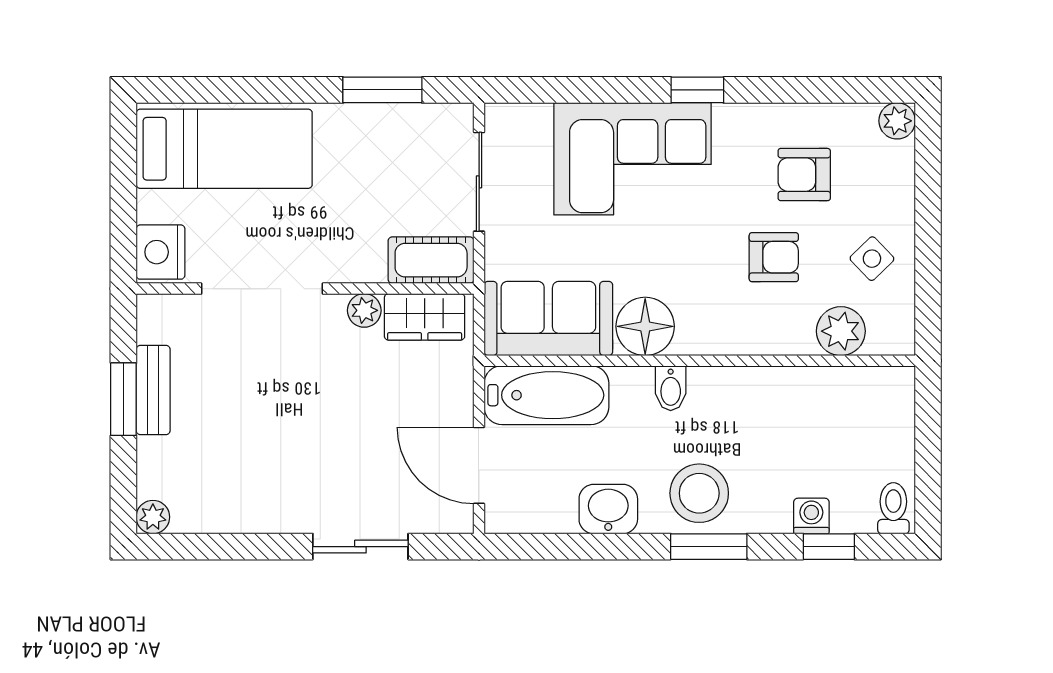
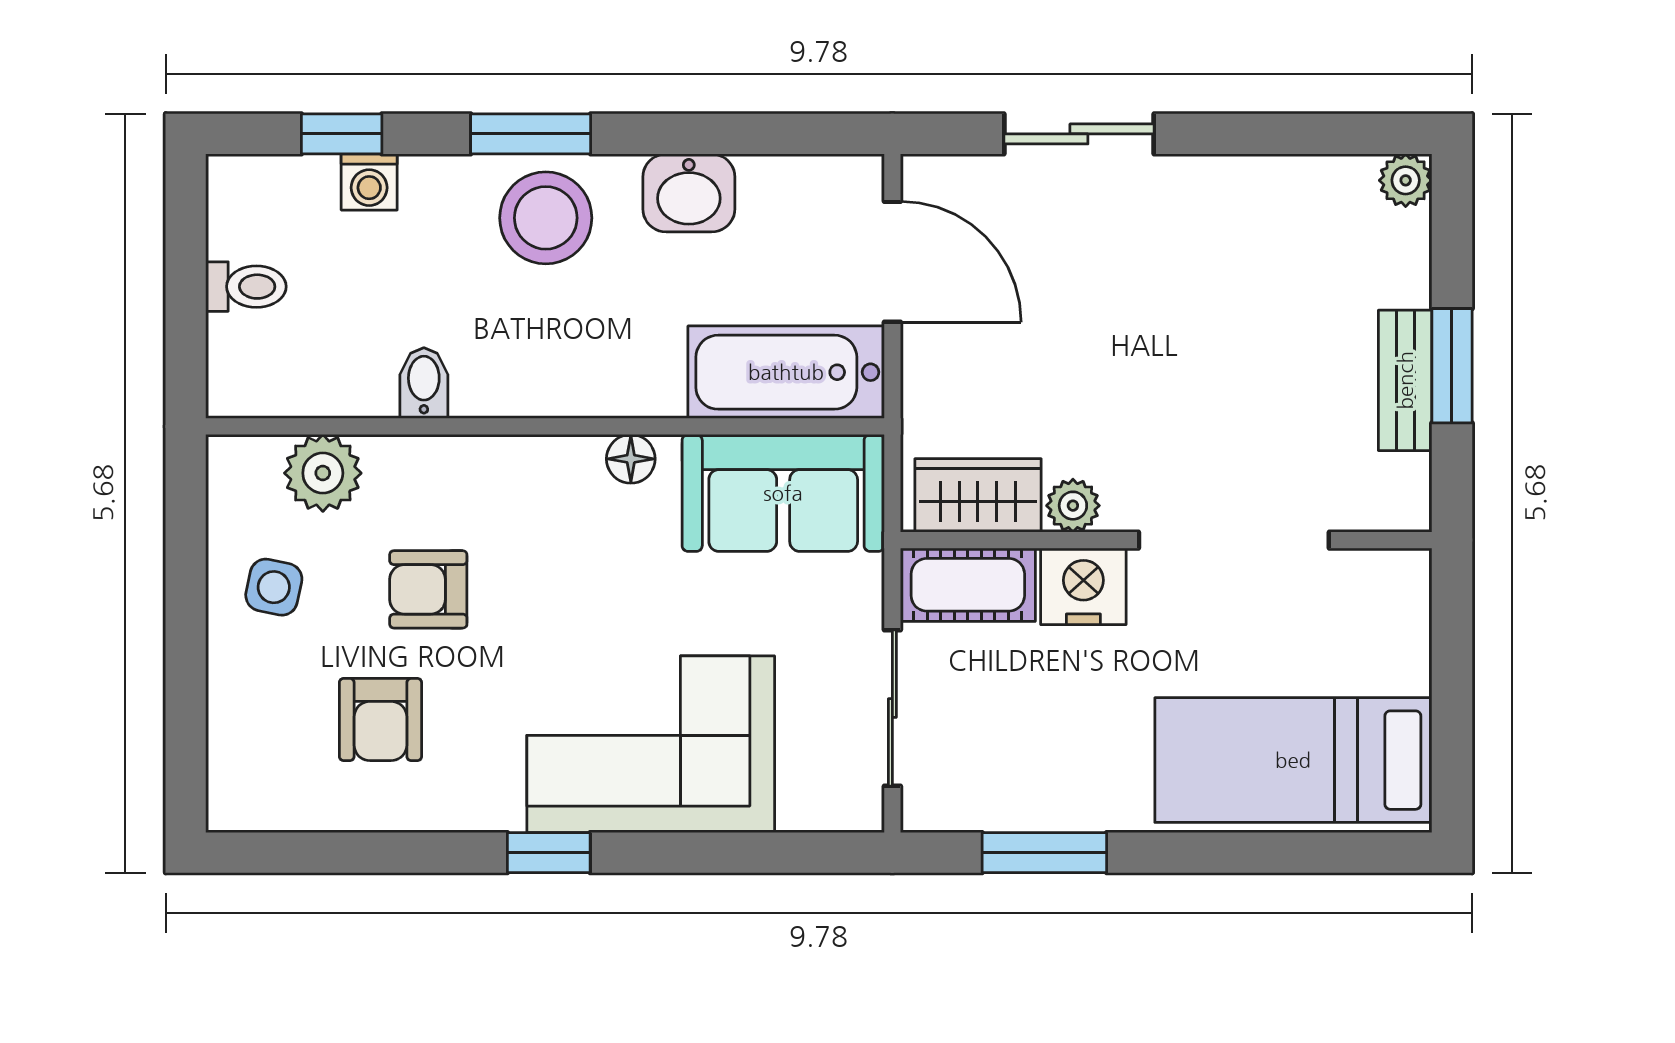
plant: (897, 121) -> (234, 804), removed
armchair: (804, 175) -> (380, 719), turned 90
nightstand: (161, 252) -> (1083, 586), moved, turned -90
side table: (872, 259) -> (274, 587), turned -34
floor lamp: (645, 326) -> (631, 459), width x0.53, depth x0.53
bidet: (671, 388) -> (424, 383), moved
toilet: (893, 508) -> (246, 287), moved, turned -90

